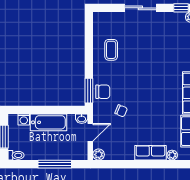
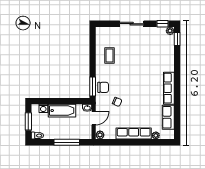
row of seats: (150, 153) -> (134, 134), width x1.48

